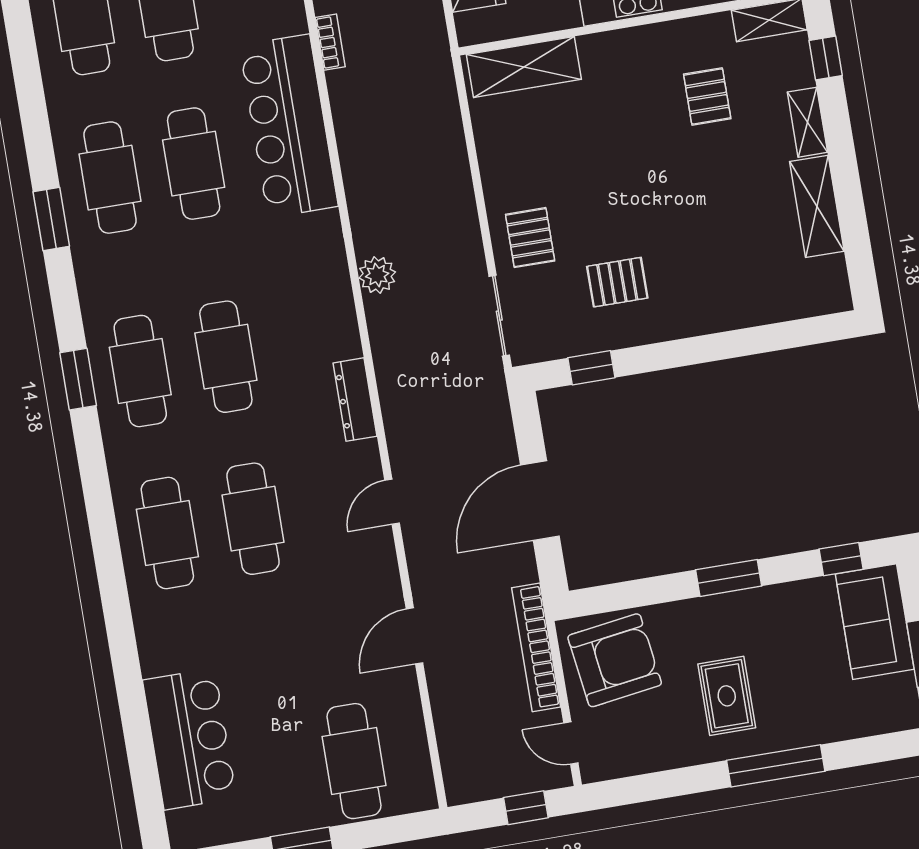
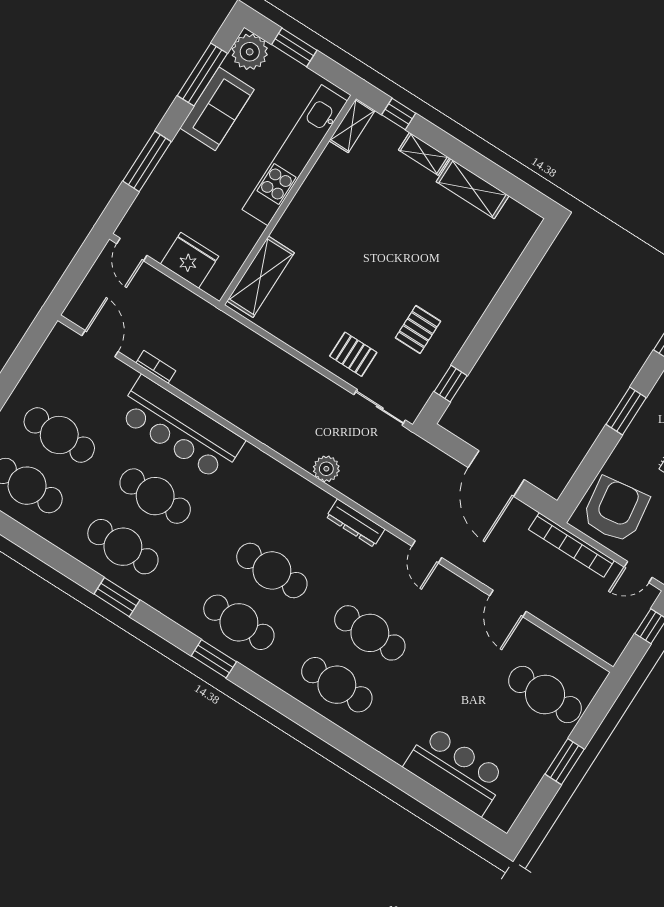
pallet: (707, 96) -> (363, 194), removed
plant: (377, 275) -> (326, 469), moved

